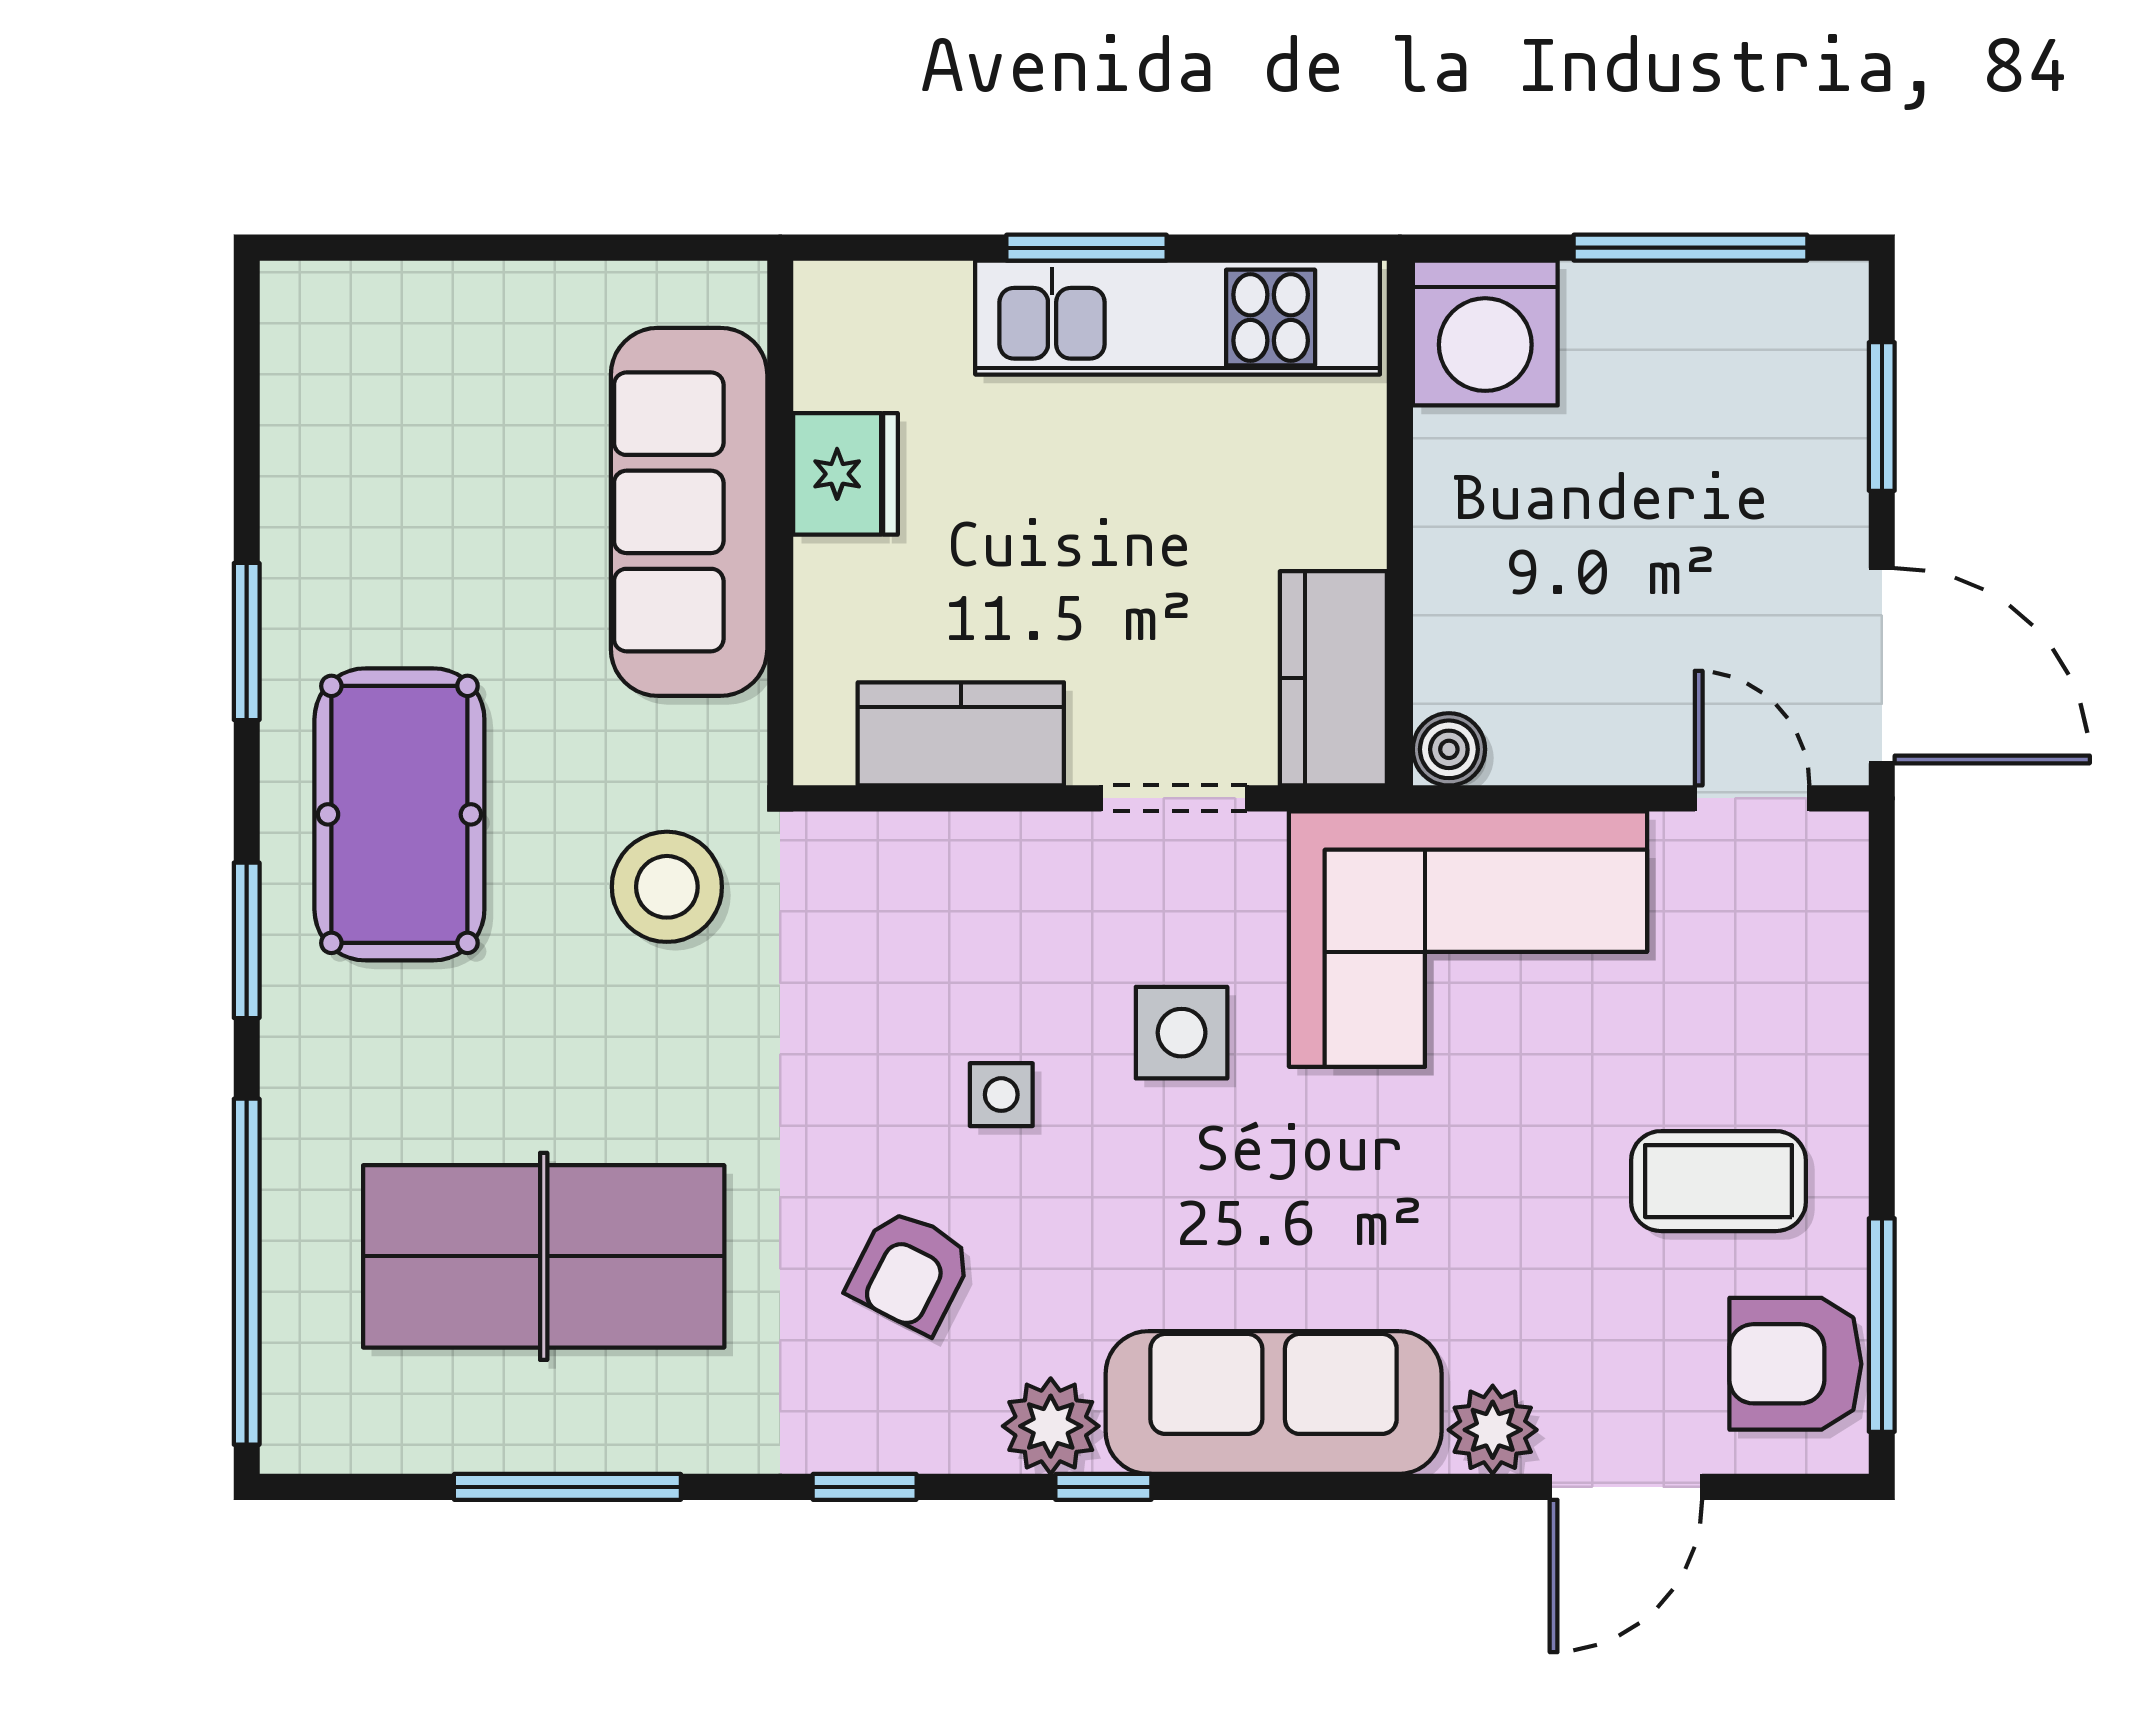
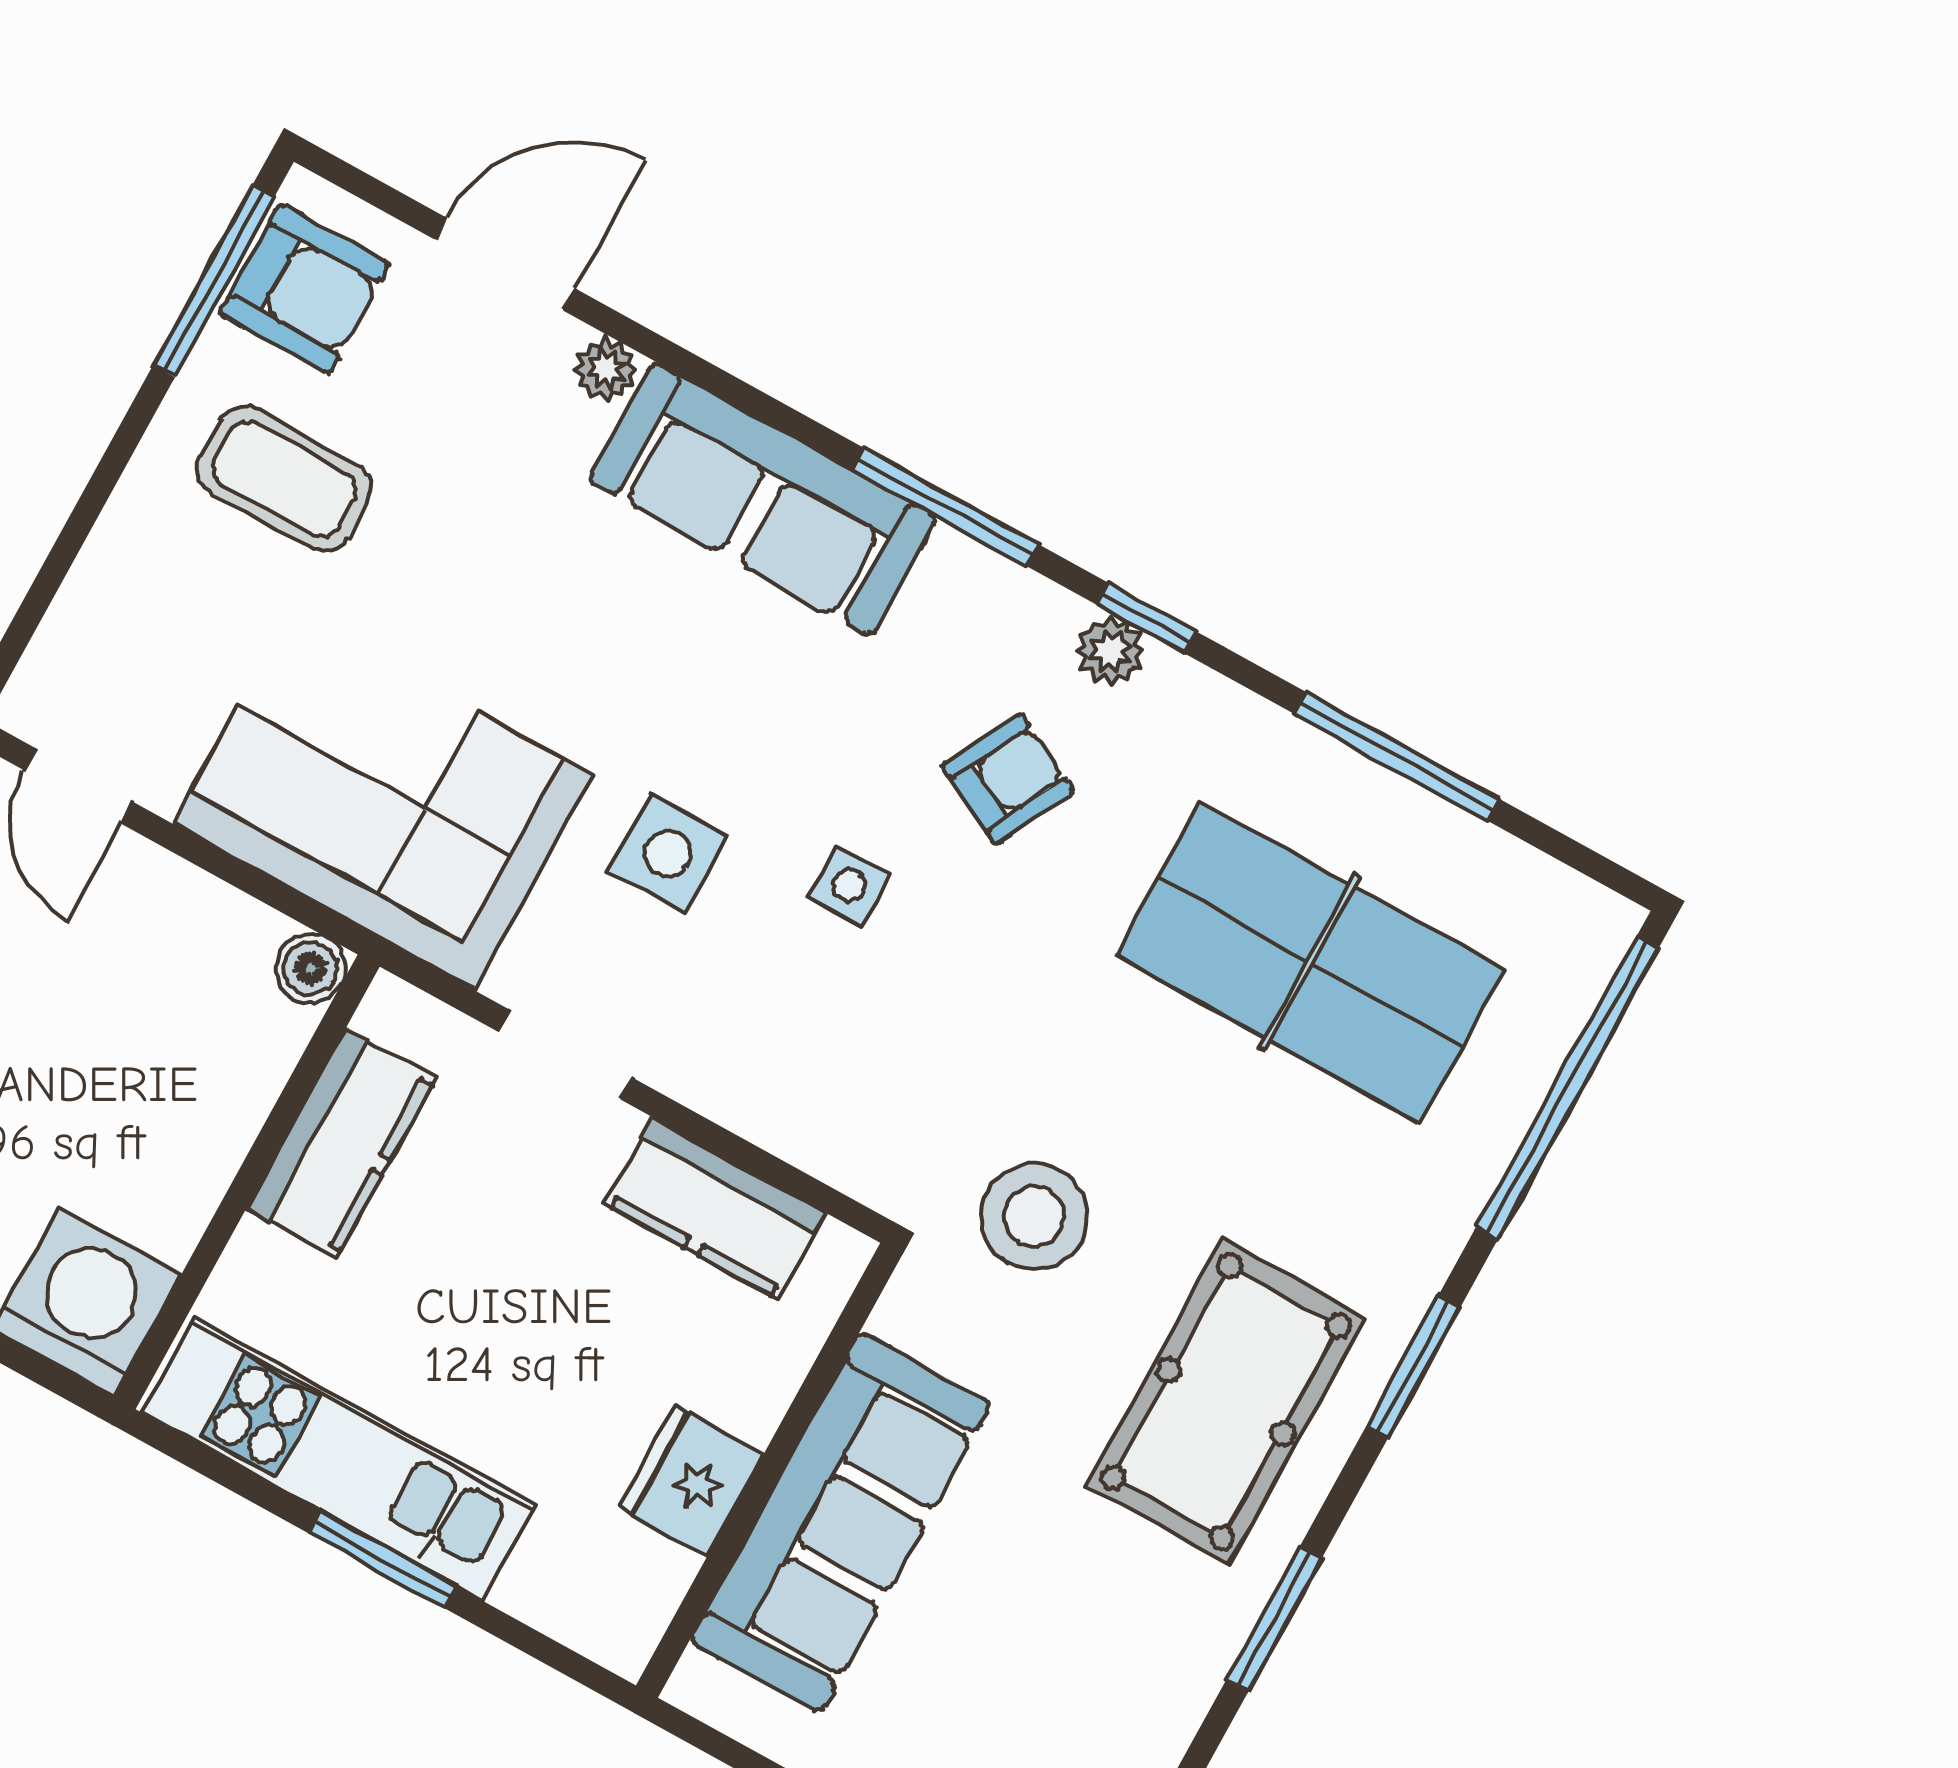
kitchen counter: (1333, 678) -> (341, 1143), moved
plant: (1051, 1426) -> (1110, 651), moved, width x0.73, depth x0.73
plant: (1493, 1430) -> (606, 369), width x0.73, depth x0.73
window: (1103, 1487) -> (945, 507), width x2.17

